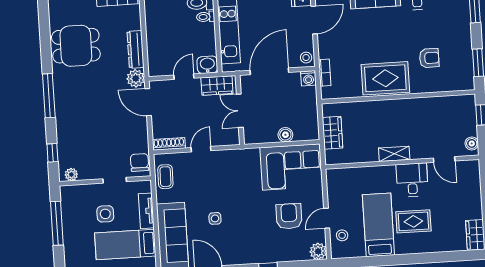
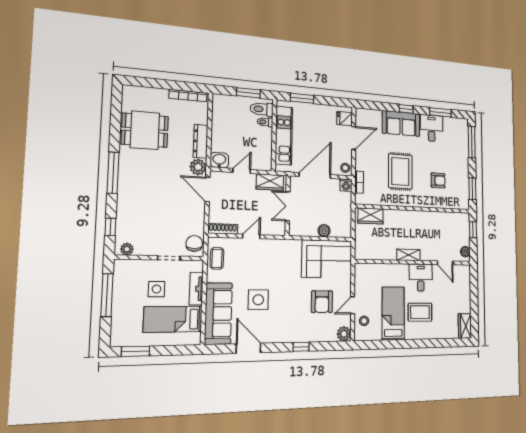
washbasin: (207, 65) -> (219, 160), moved
rug: (385, 78) -> (400, 171), moved, turned 90
wardrobe: (332, 133) -> (371, 216), moved, turned 90
armchair: (289, 216) -> (322, 302), turned 180
side table: (215, 218) -> (258, 300), width x1.87, depth x1.87

